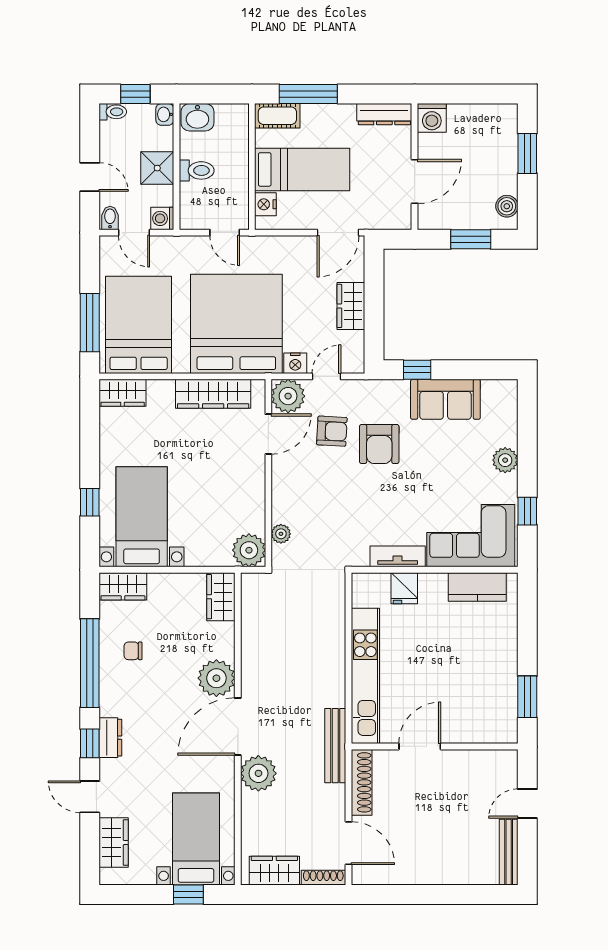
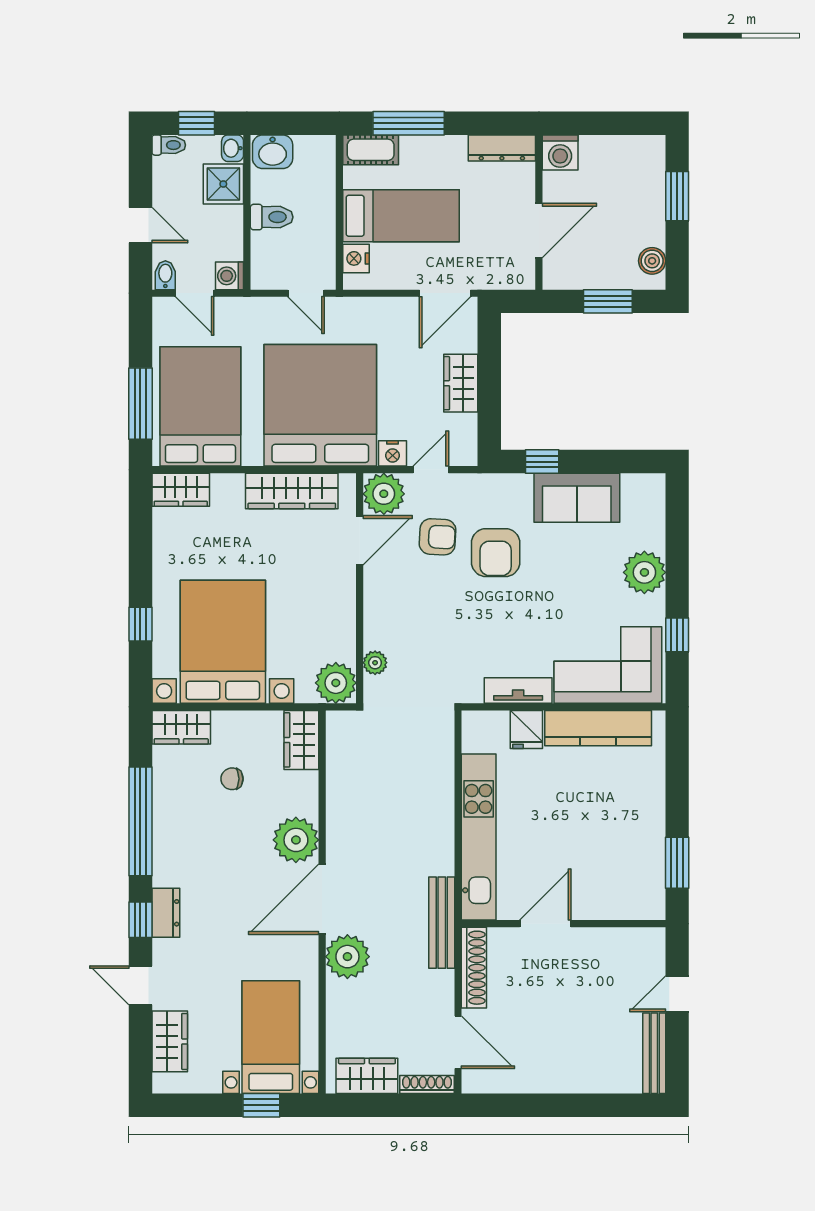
shower: (157, 168) -> (223, 184), moved
plant: (505, 460) -> (644, 572), width x1.36, depth x1.36
bed with nightstands: (142, 517) -> (223, 642), width x1.36
kitchen counter: (477, 587) -> (598, 728), width x1.50
chair: (133, 651) -> (232, 779), moved

